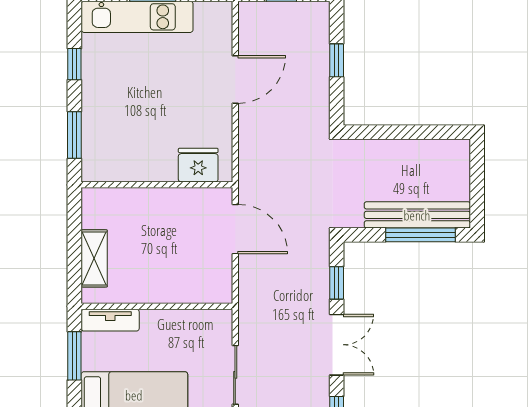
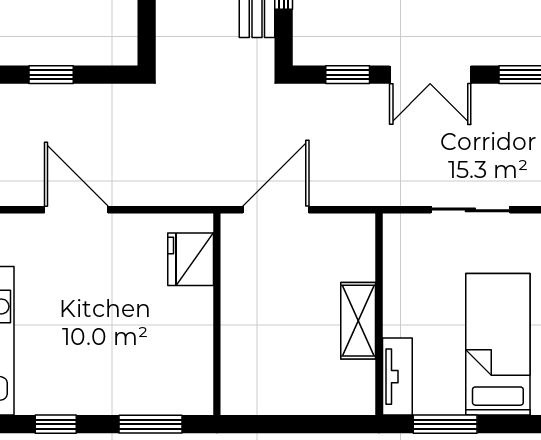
shelving: (94, 258) -> (358, 321), moved, turned 90
double door: (337, 345) -> (430, 75), swing flipped

